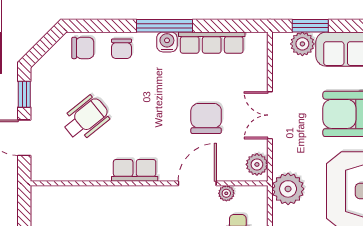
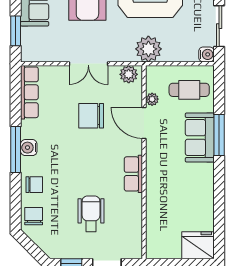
row of seats: (212, 43) -> (29, 92), moved
plant: (302, 44) -> (30, 37), removed
wheelchair: (86, 118) -> (91, 214), turned 39

